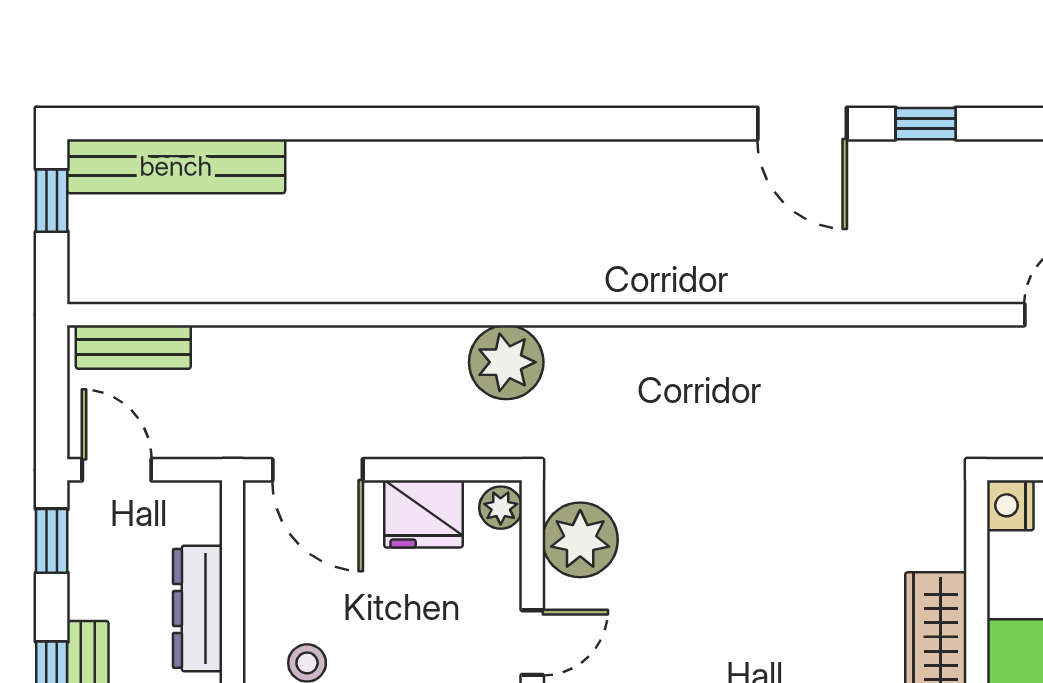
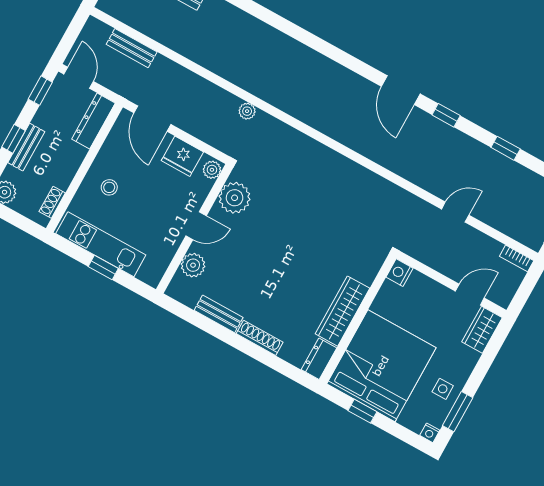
bench: (133, 347) -> (132, 48), moved
plant: (506, 362) -> (247, 111), width x0.53, depth x0.53
dresser: (198, 608) -> (93, 121), moved

